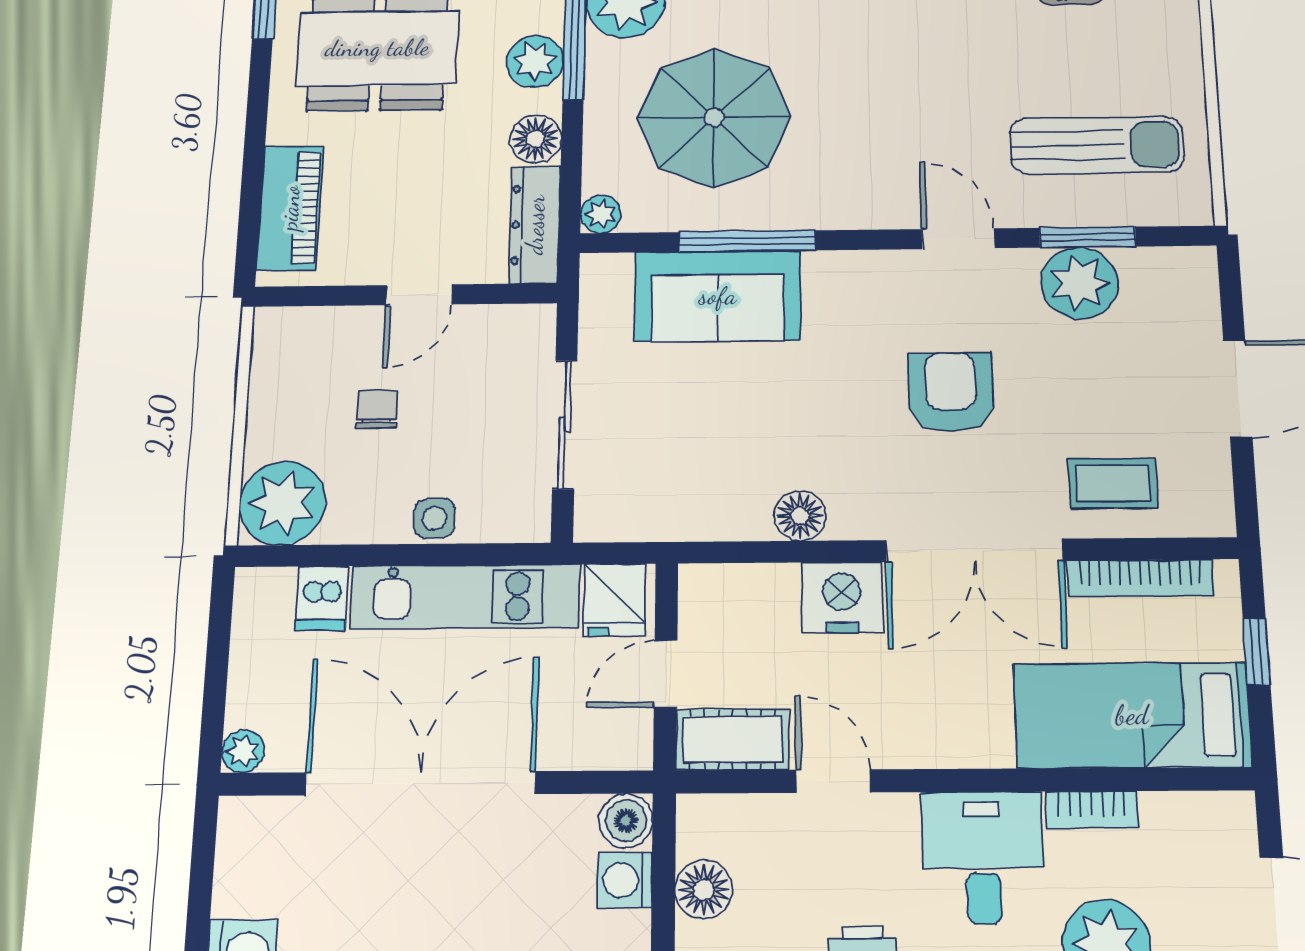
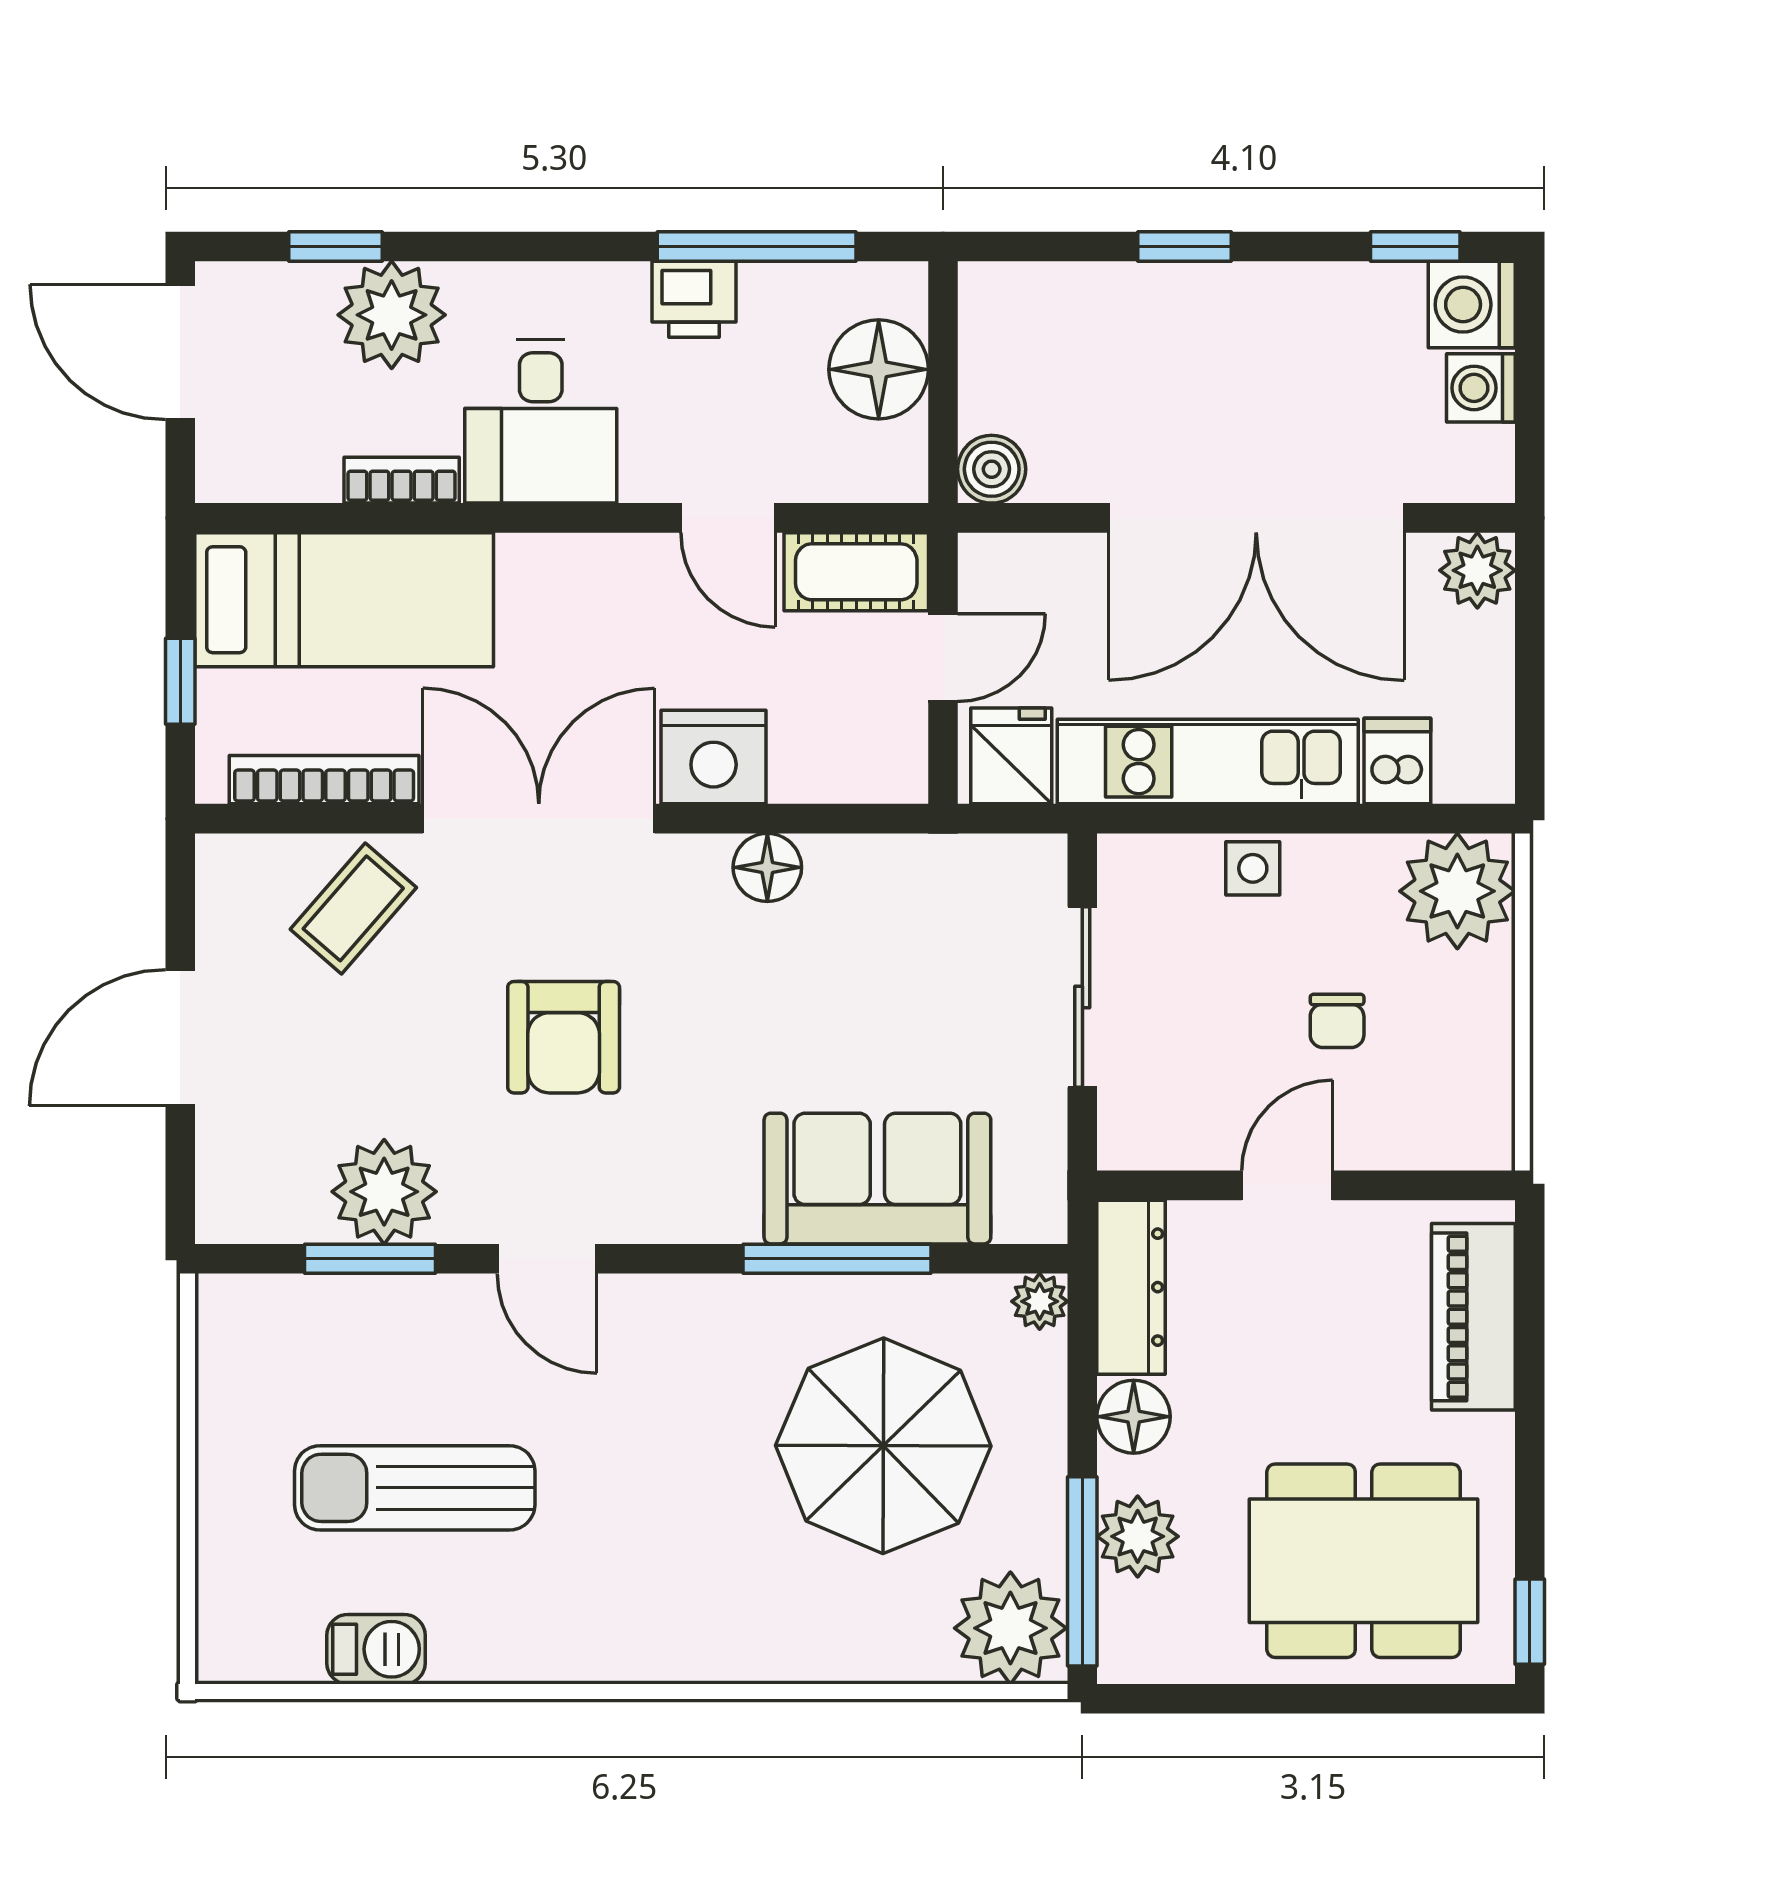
sun lounger: (1096, 145) -> (415, 1488), moved
coffee table: (1113, 483) -> (353, 908), turned -49
plant: (243, 751) -> (1477, 570), width x1.38, depth x1.38
washing machine: (625, 880) -> (1481, 388), moved, turned 180
floor lamp: (704, 890) -> (879, 369), width x1.38, depth x1.38

